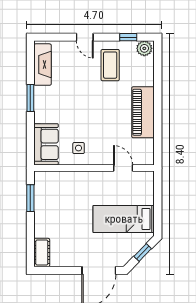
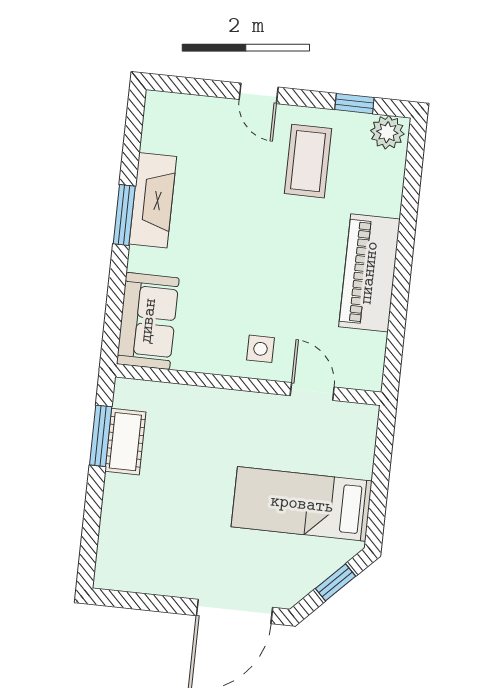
fireplace: (43, 65) -> (153, 200), moved
side table: (79, 148) -> (260, 349), moved
cot: (42, 253) -> (125, 442), moved

